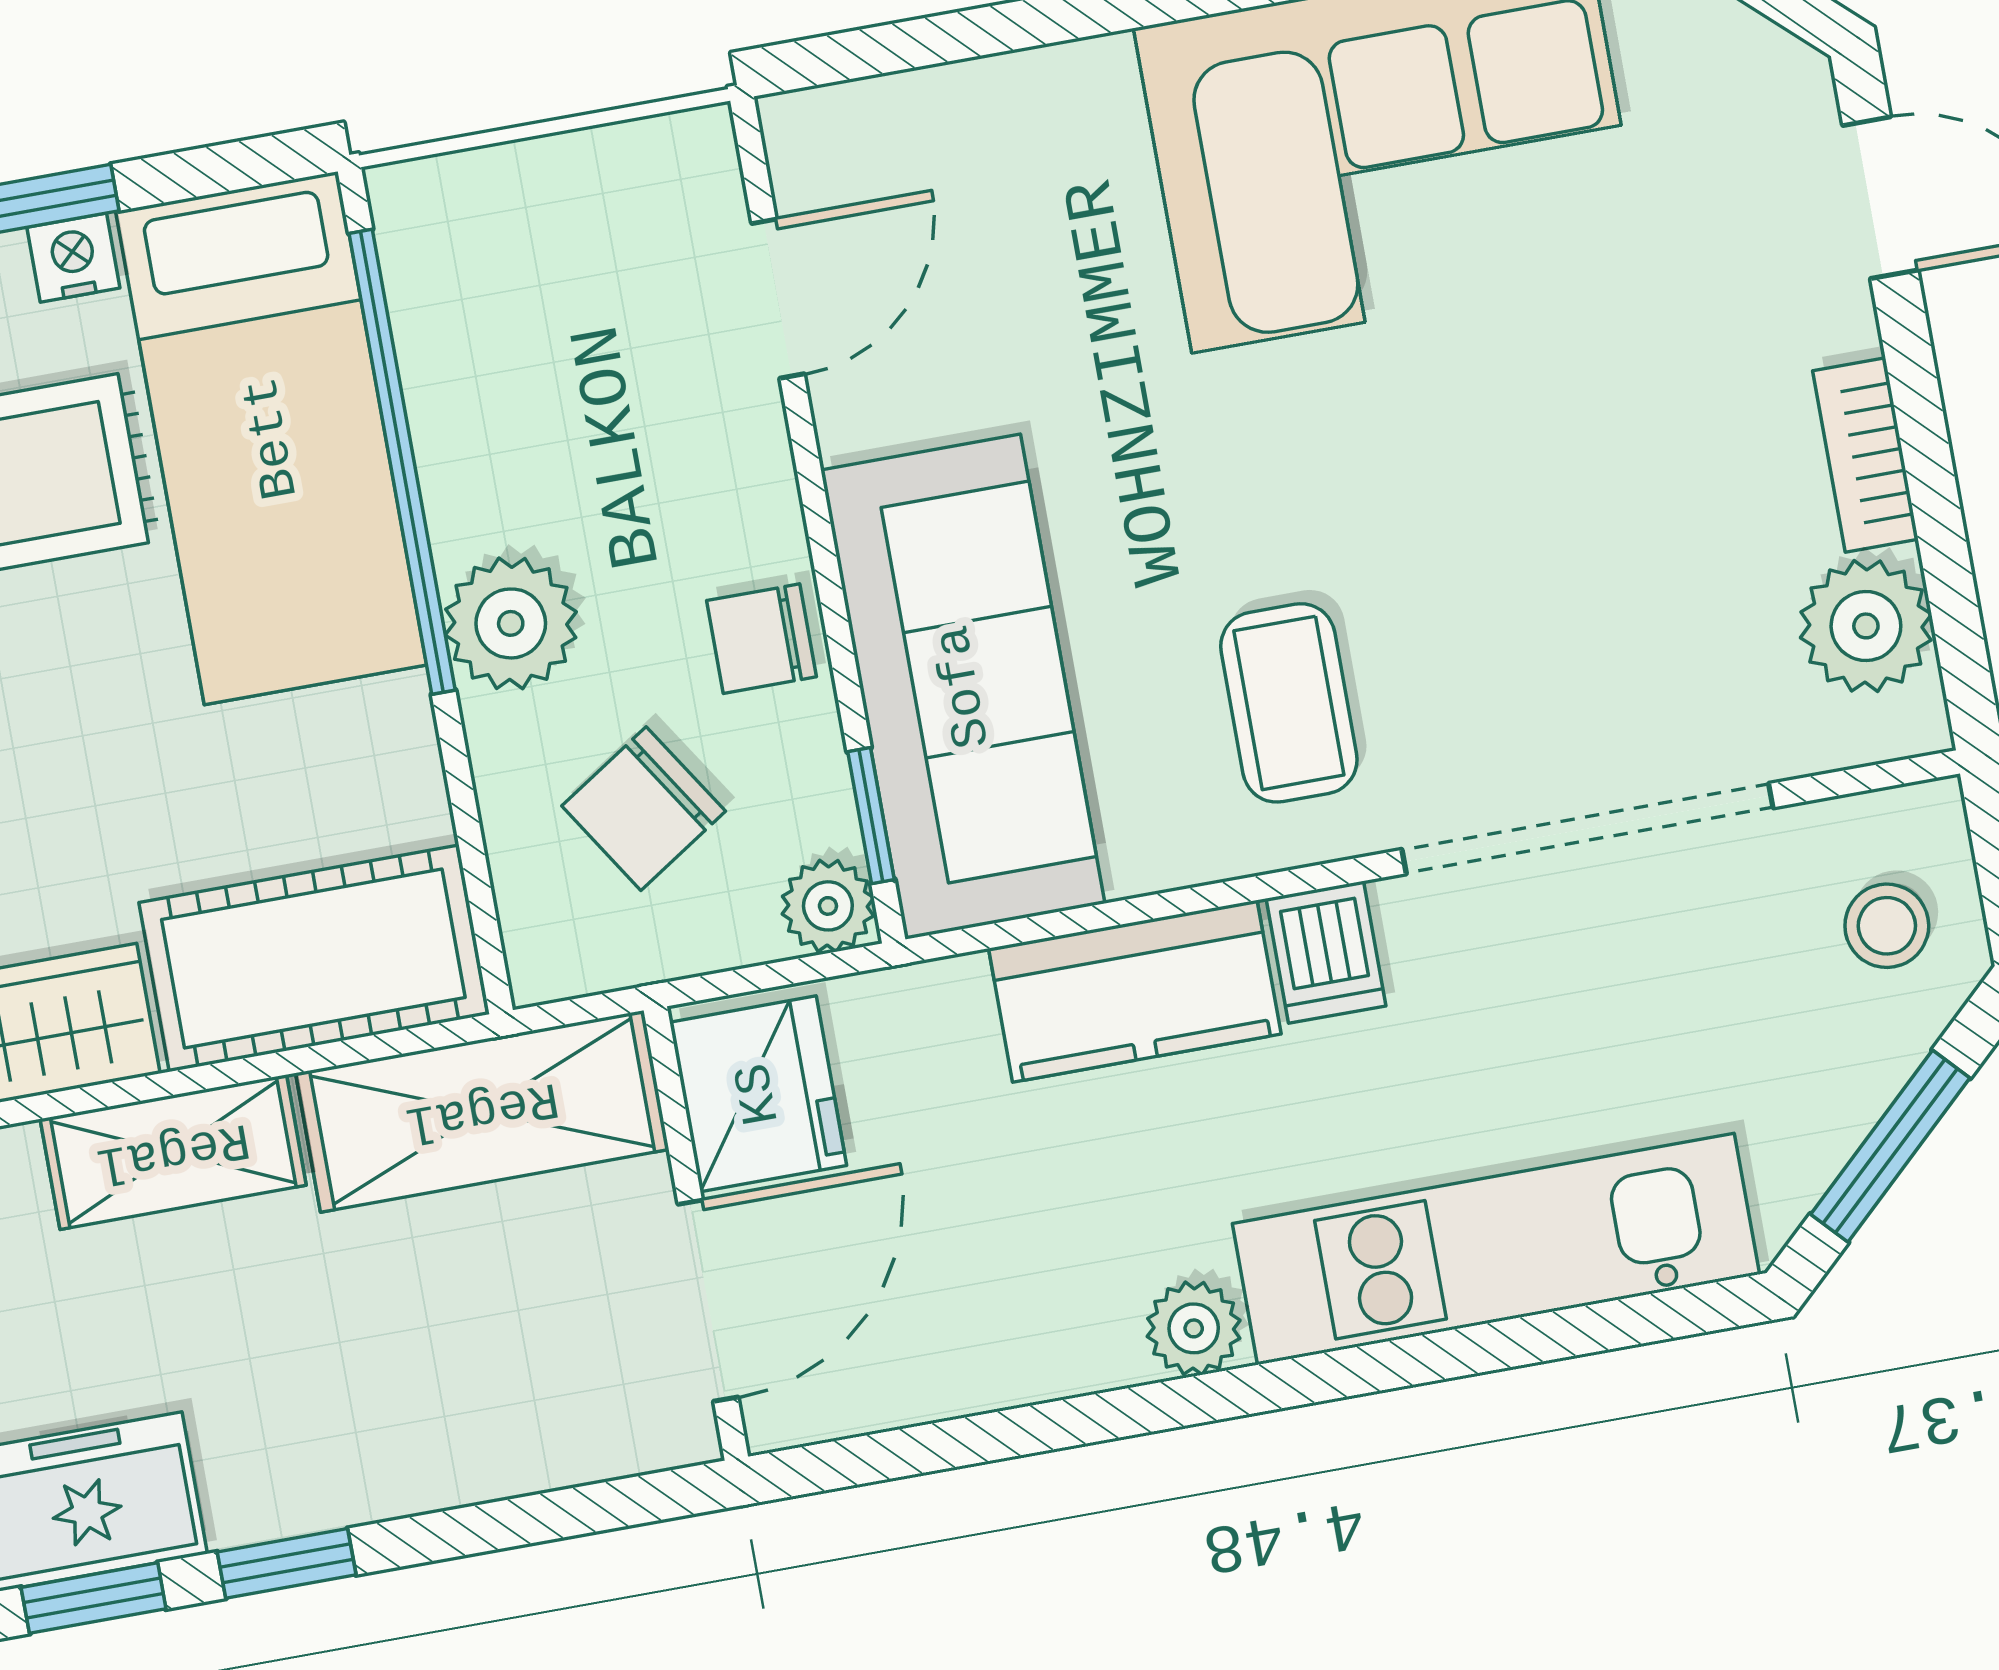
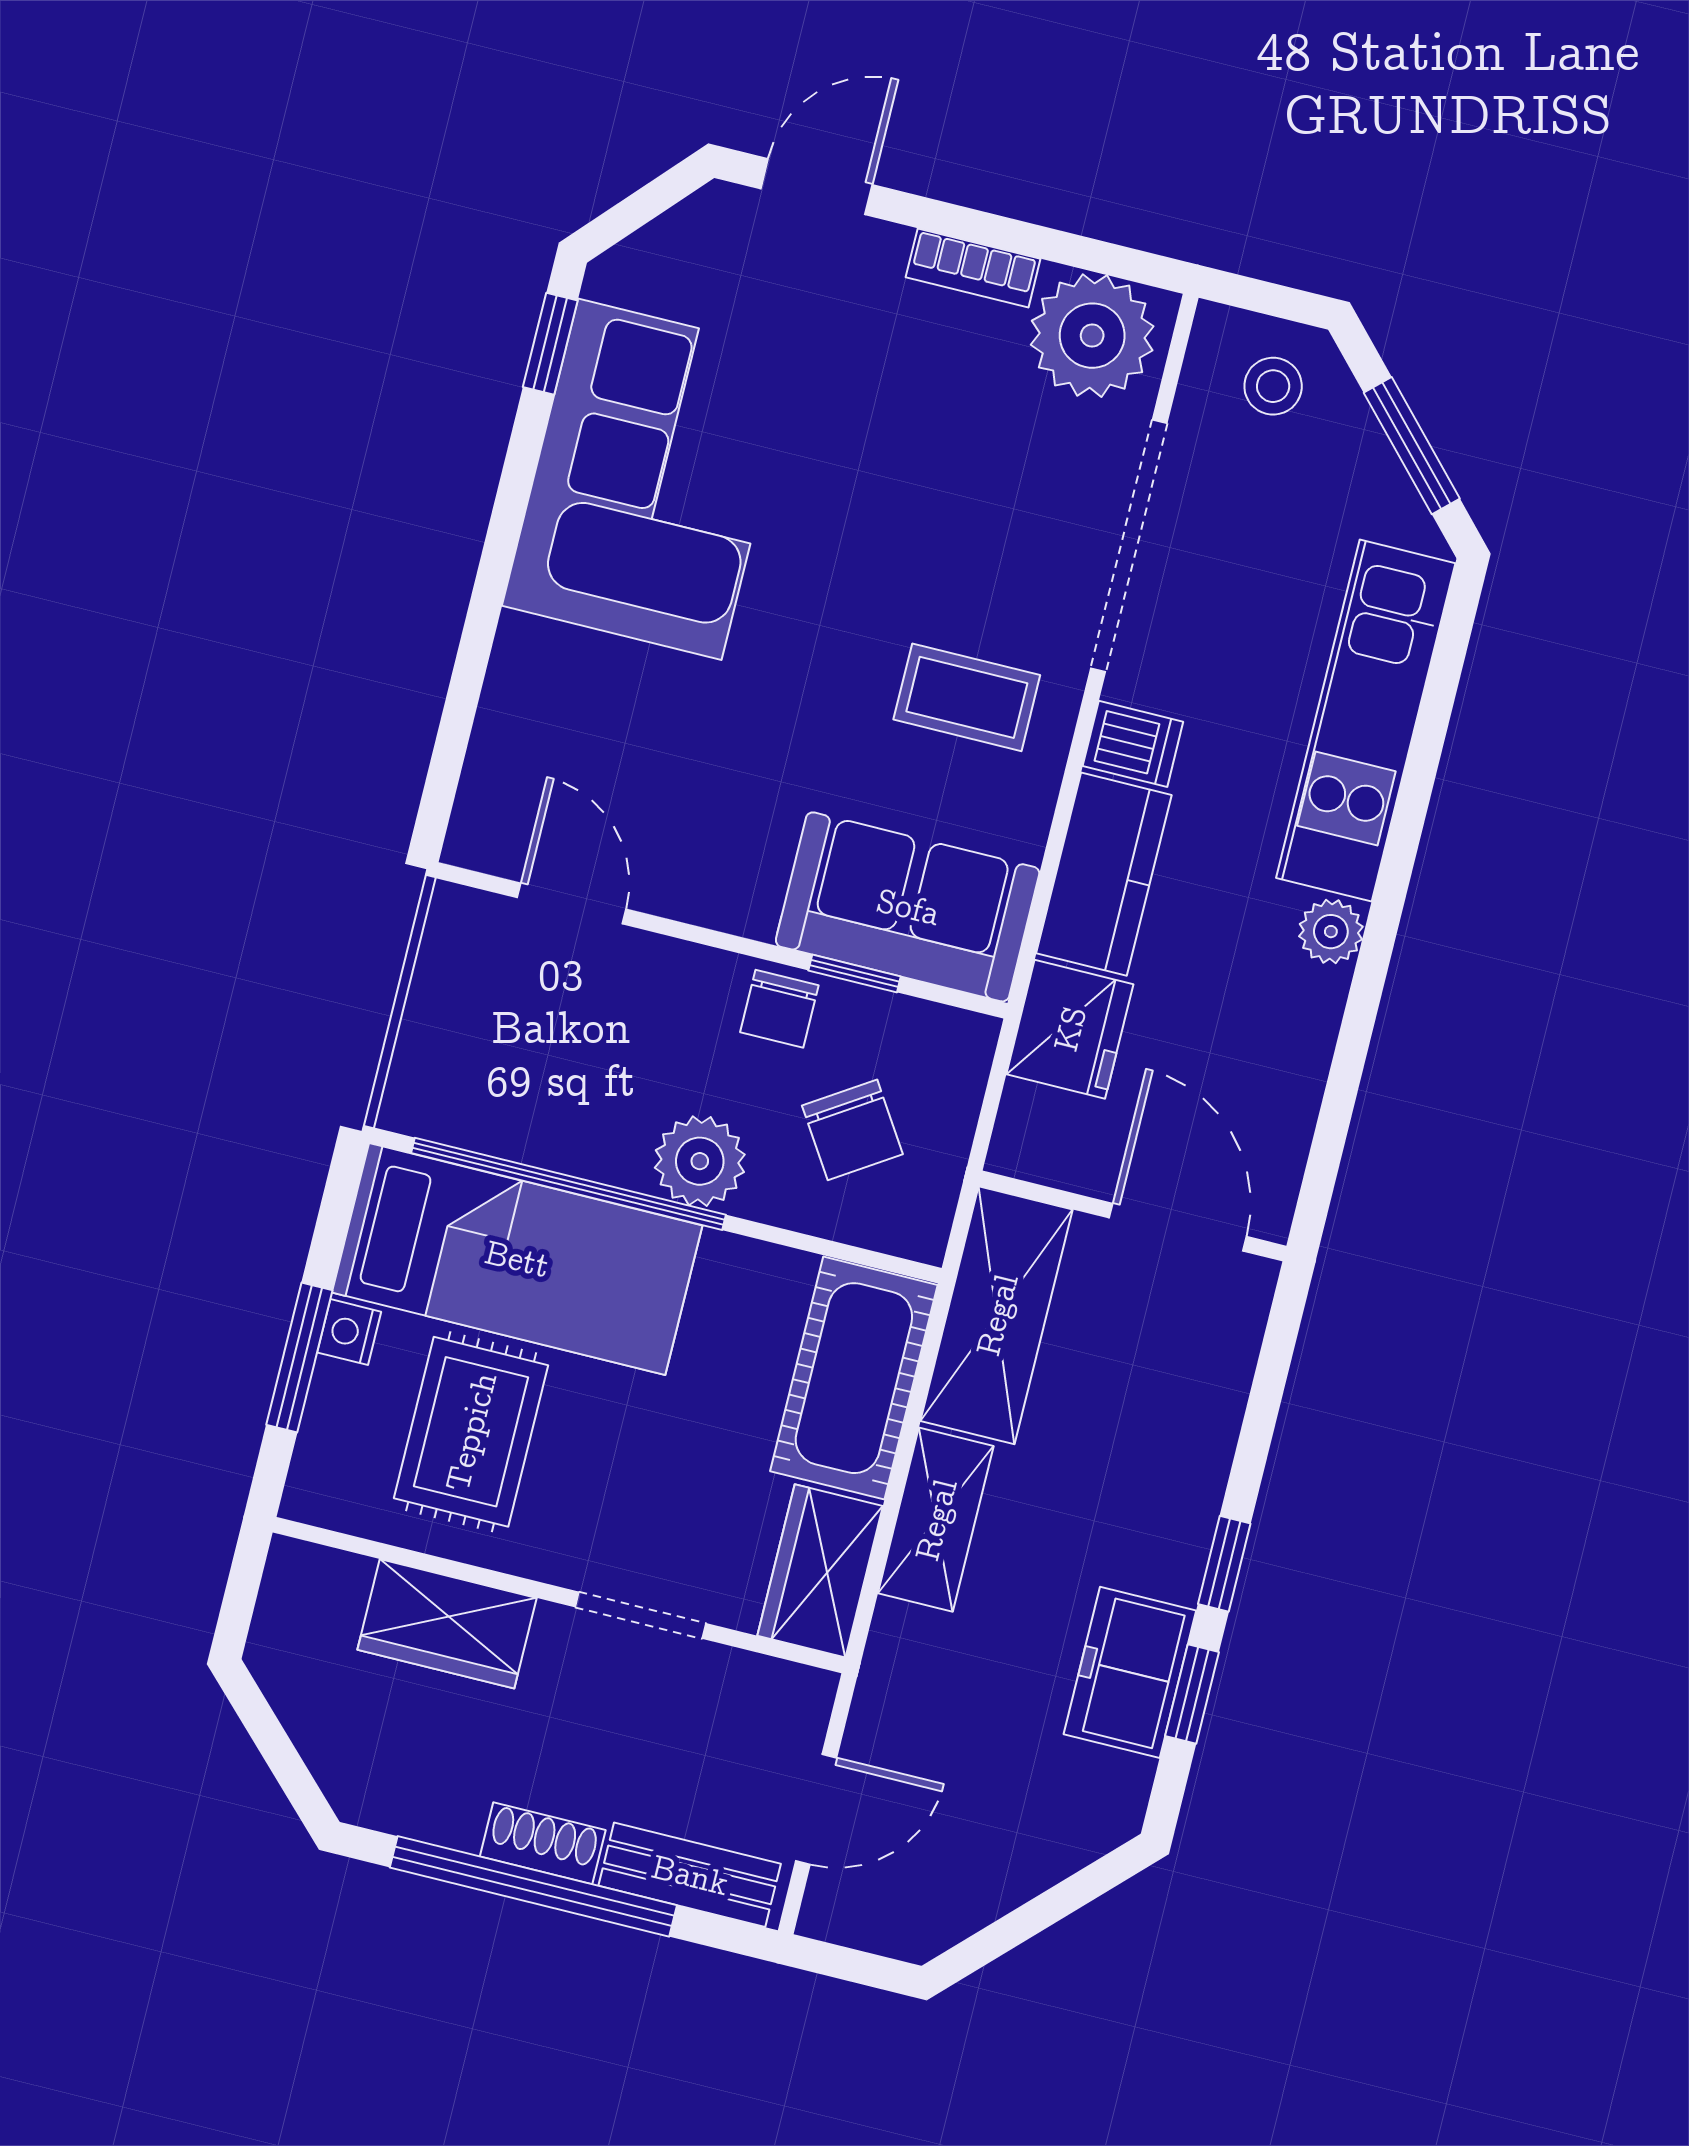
plant: (1866, 626) -> (1092, 336), width x1.36, depth x1.36
sofa: (963, 687) -> (908, 907), width x0.73
window: (871, 816) -> (855, 973), moved
plant: (828, 906) -> (965, 1042), removed
fridge: (758, 1094) -> (1070, 1029), moved, turned 90

